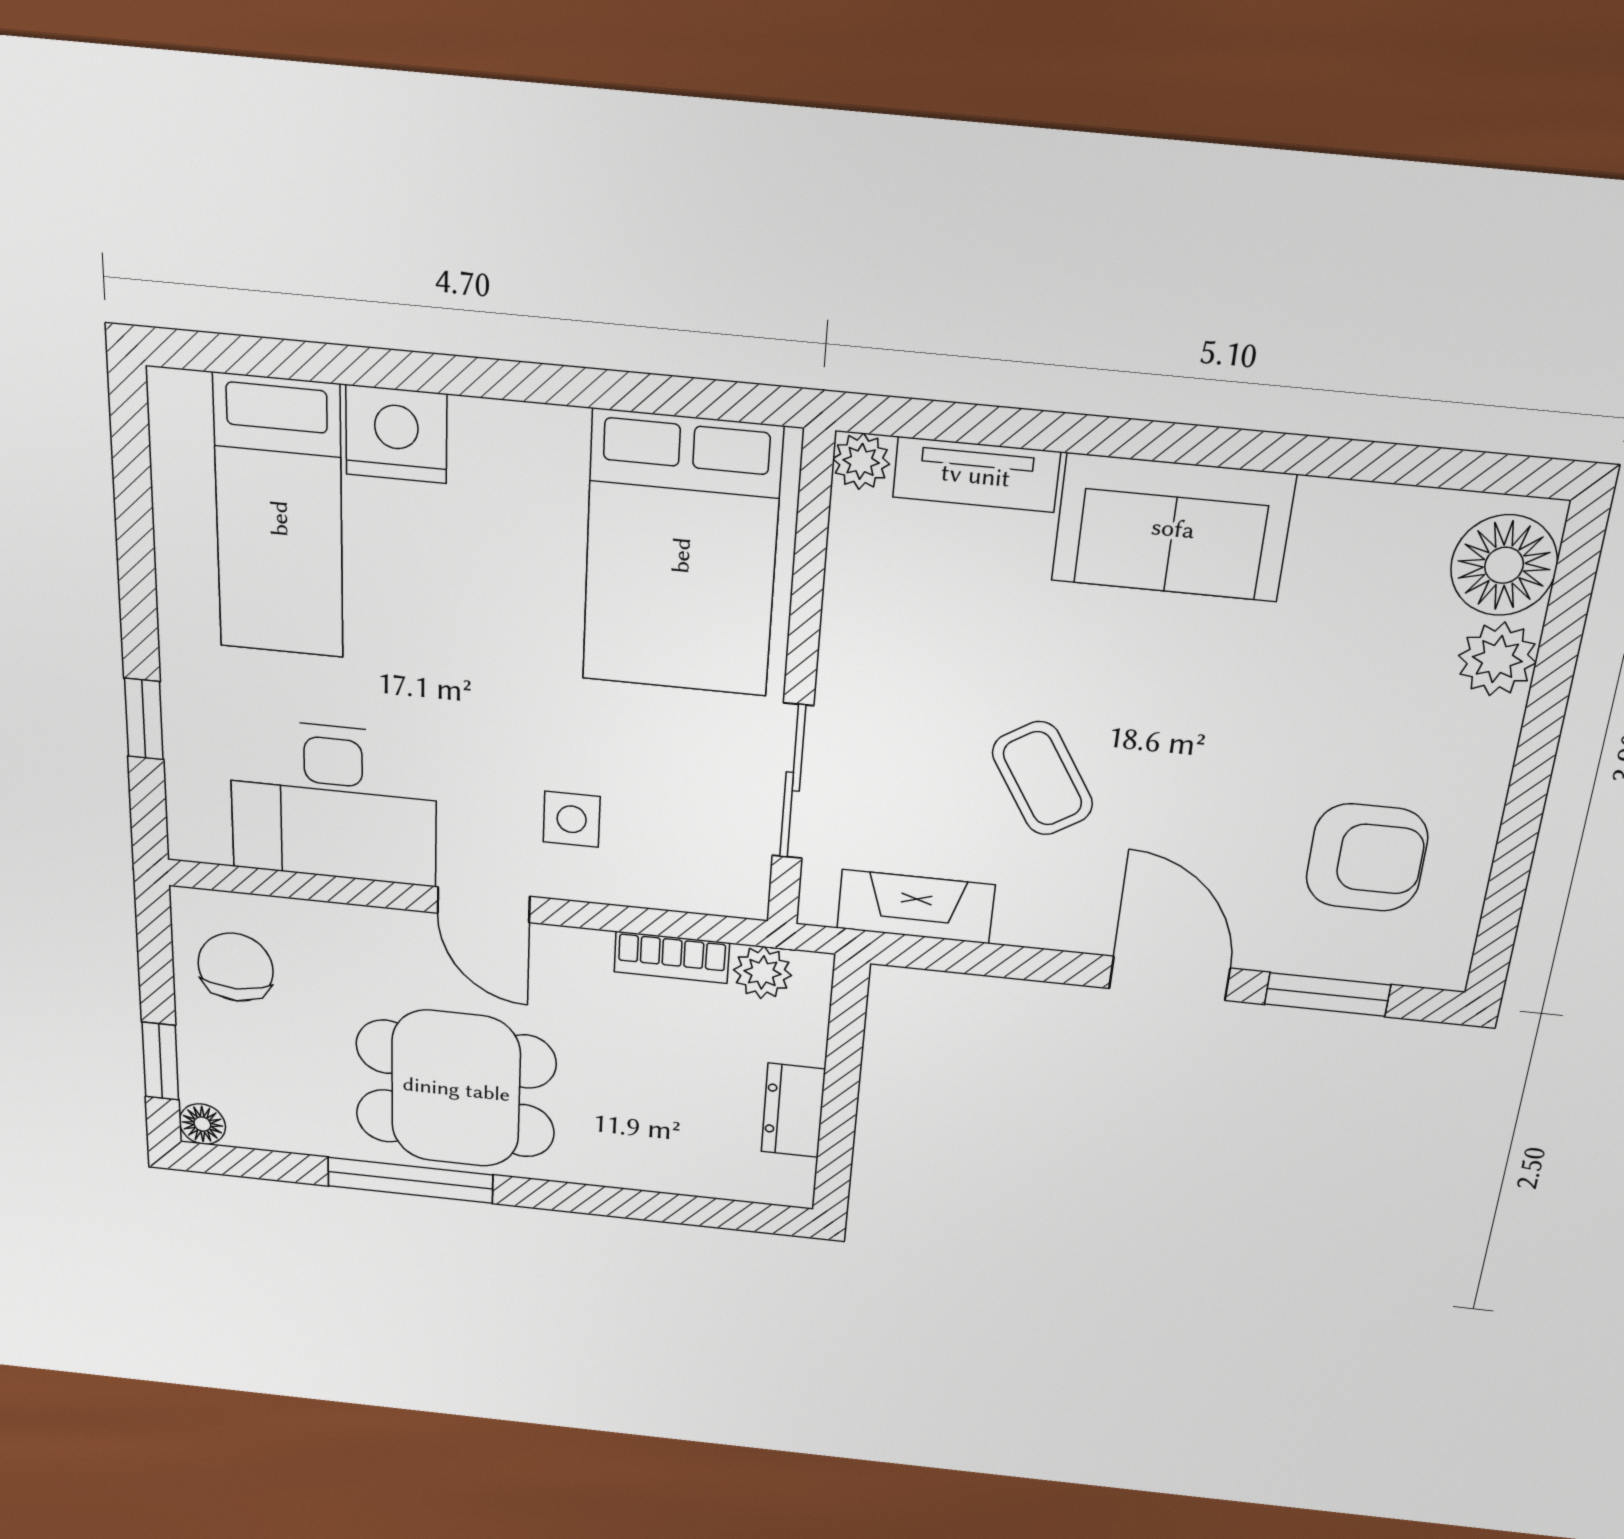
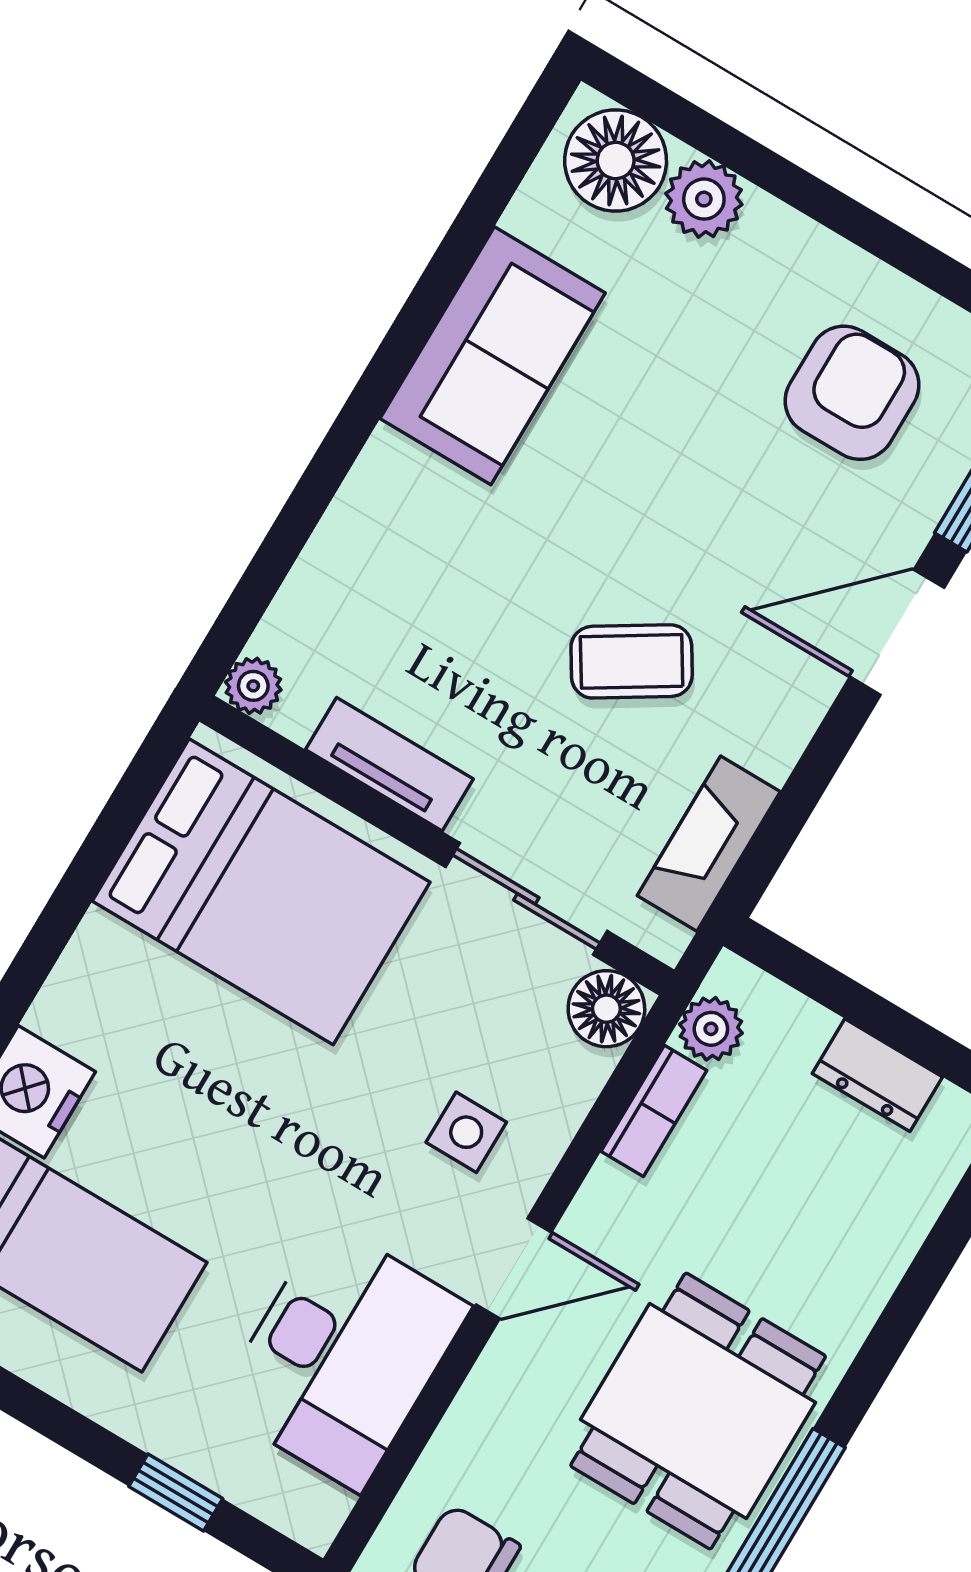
tv unit: (976, 475) -> (389, 764), moved, turned -90
sofa: (1173, 528) -> (493, 356), moved
floor lamp: (735, 885) -> (606, 1009), added

